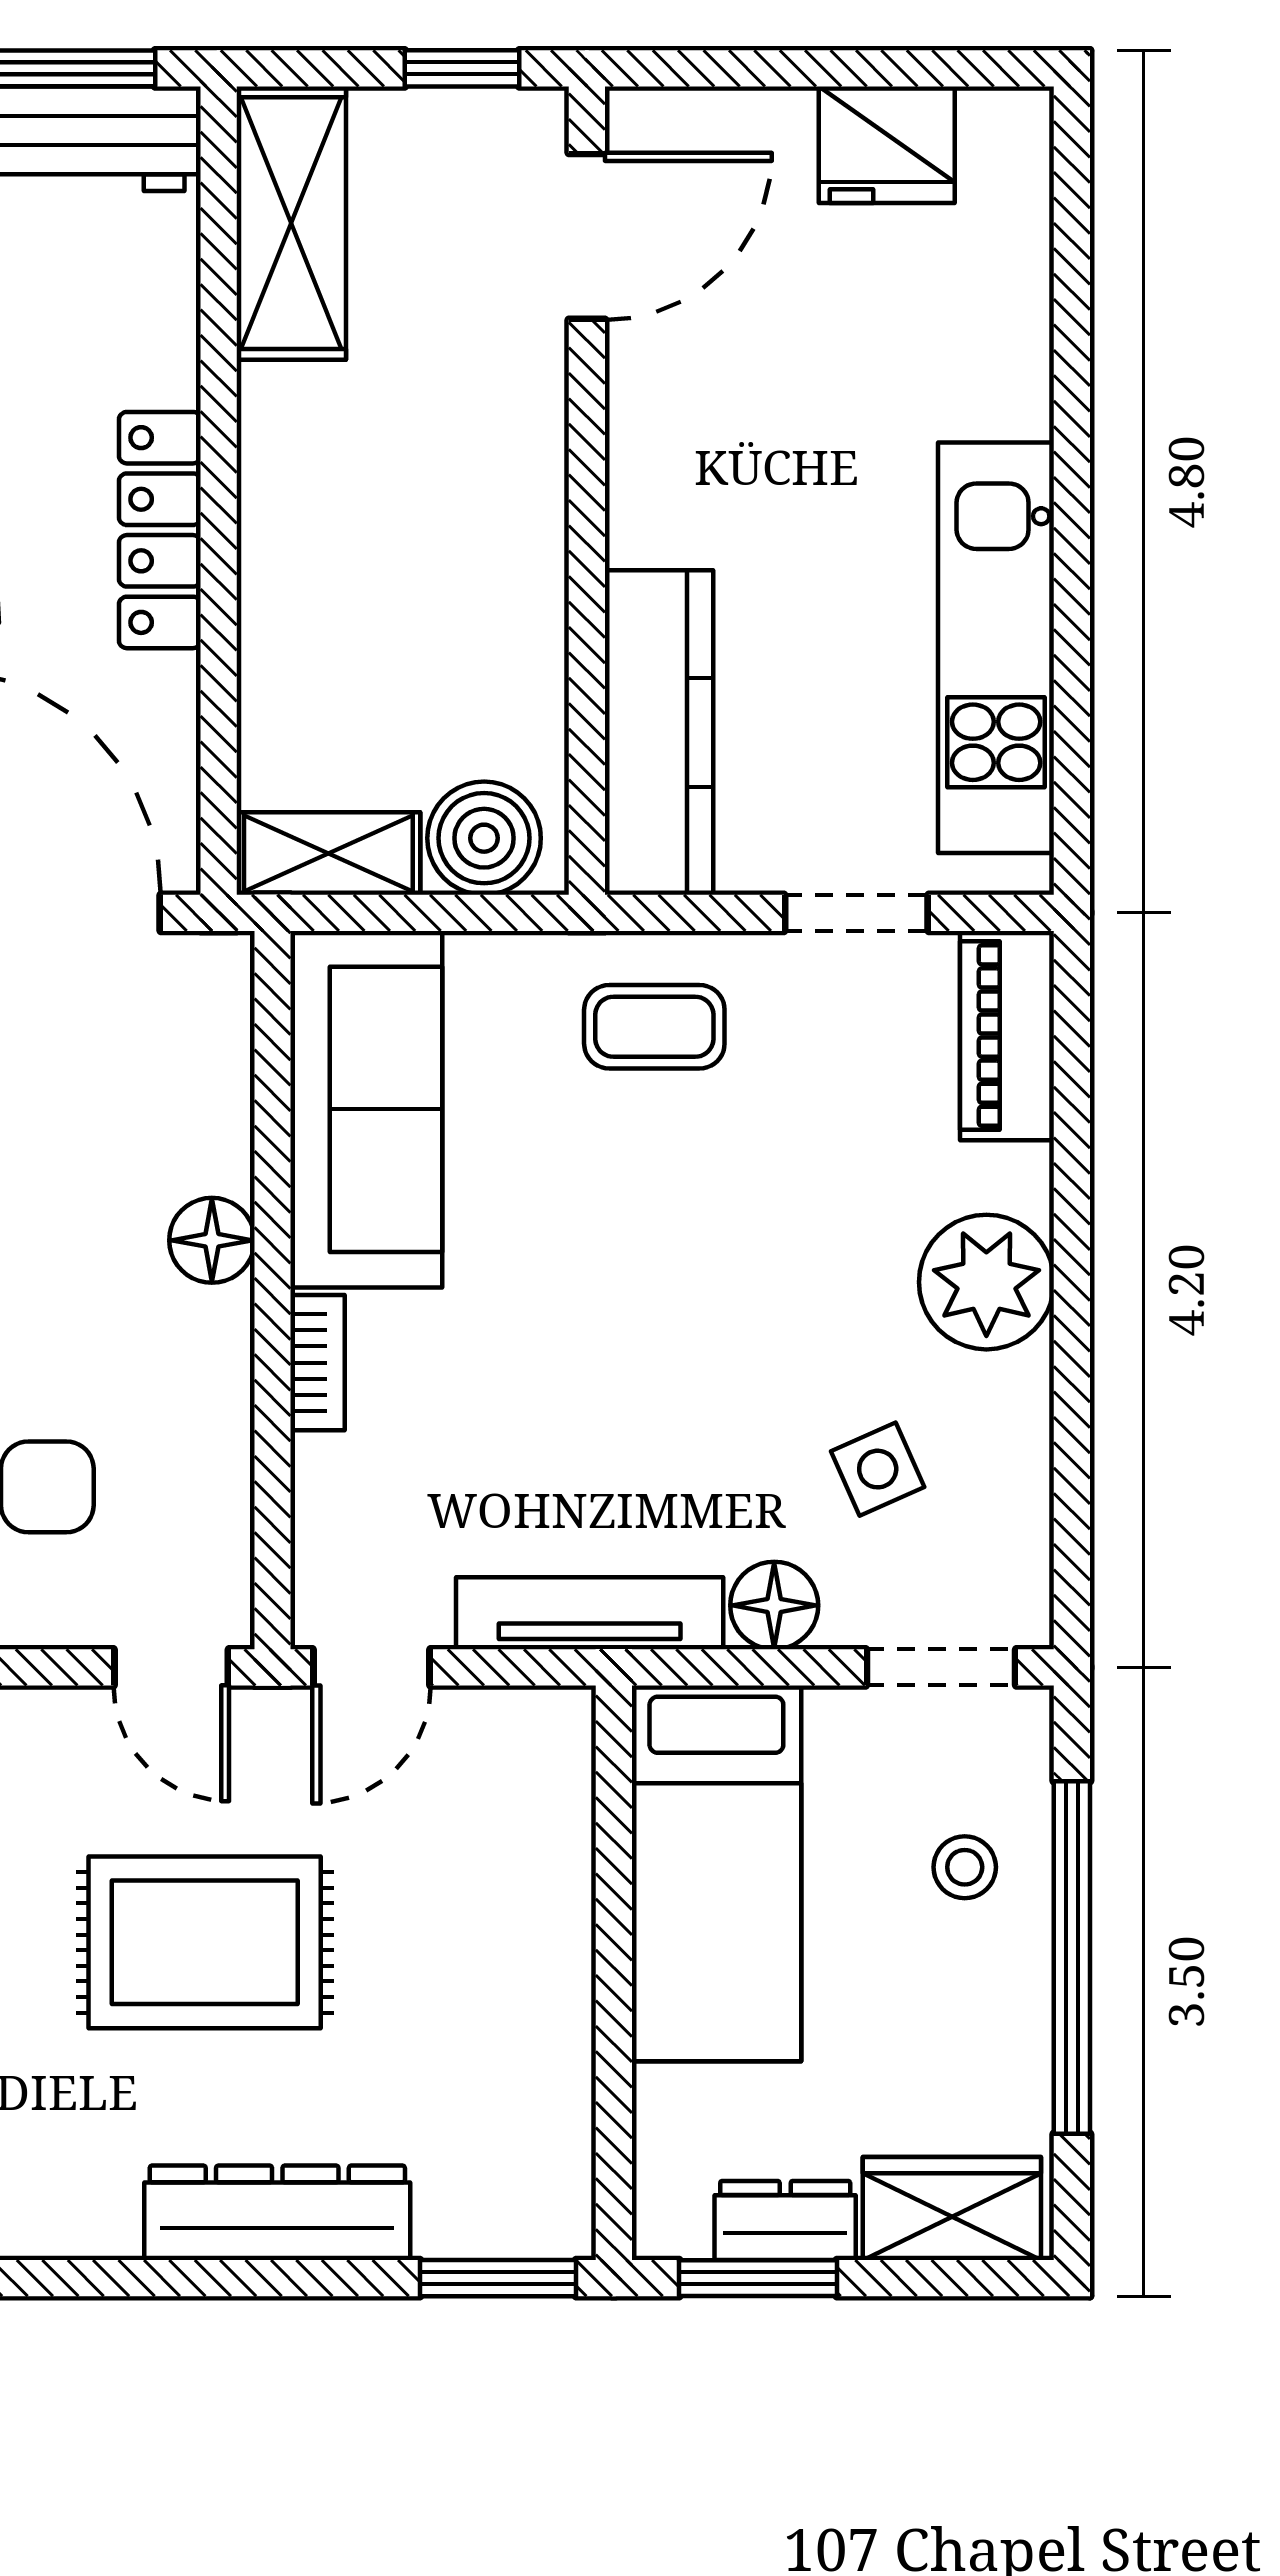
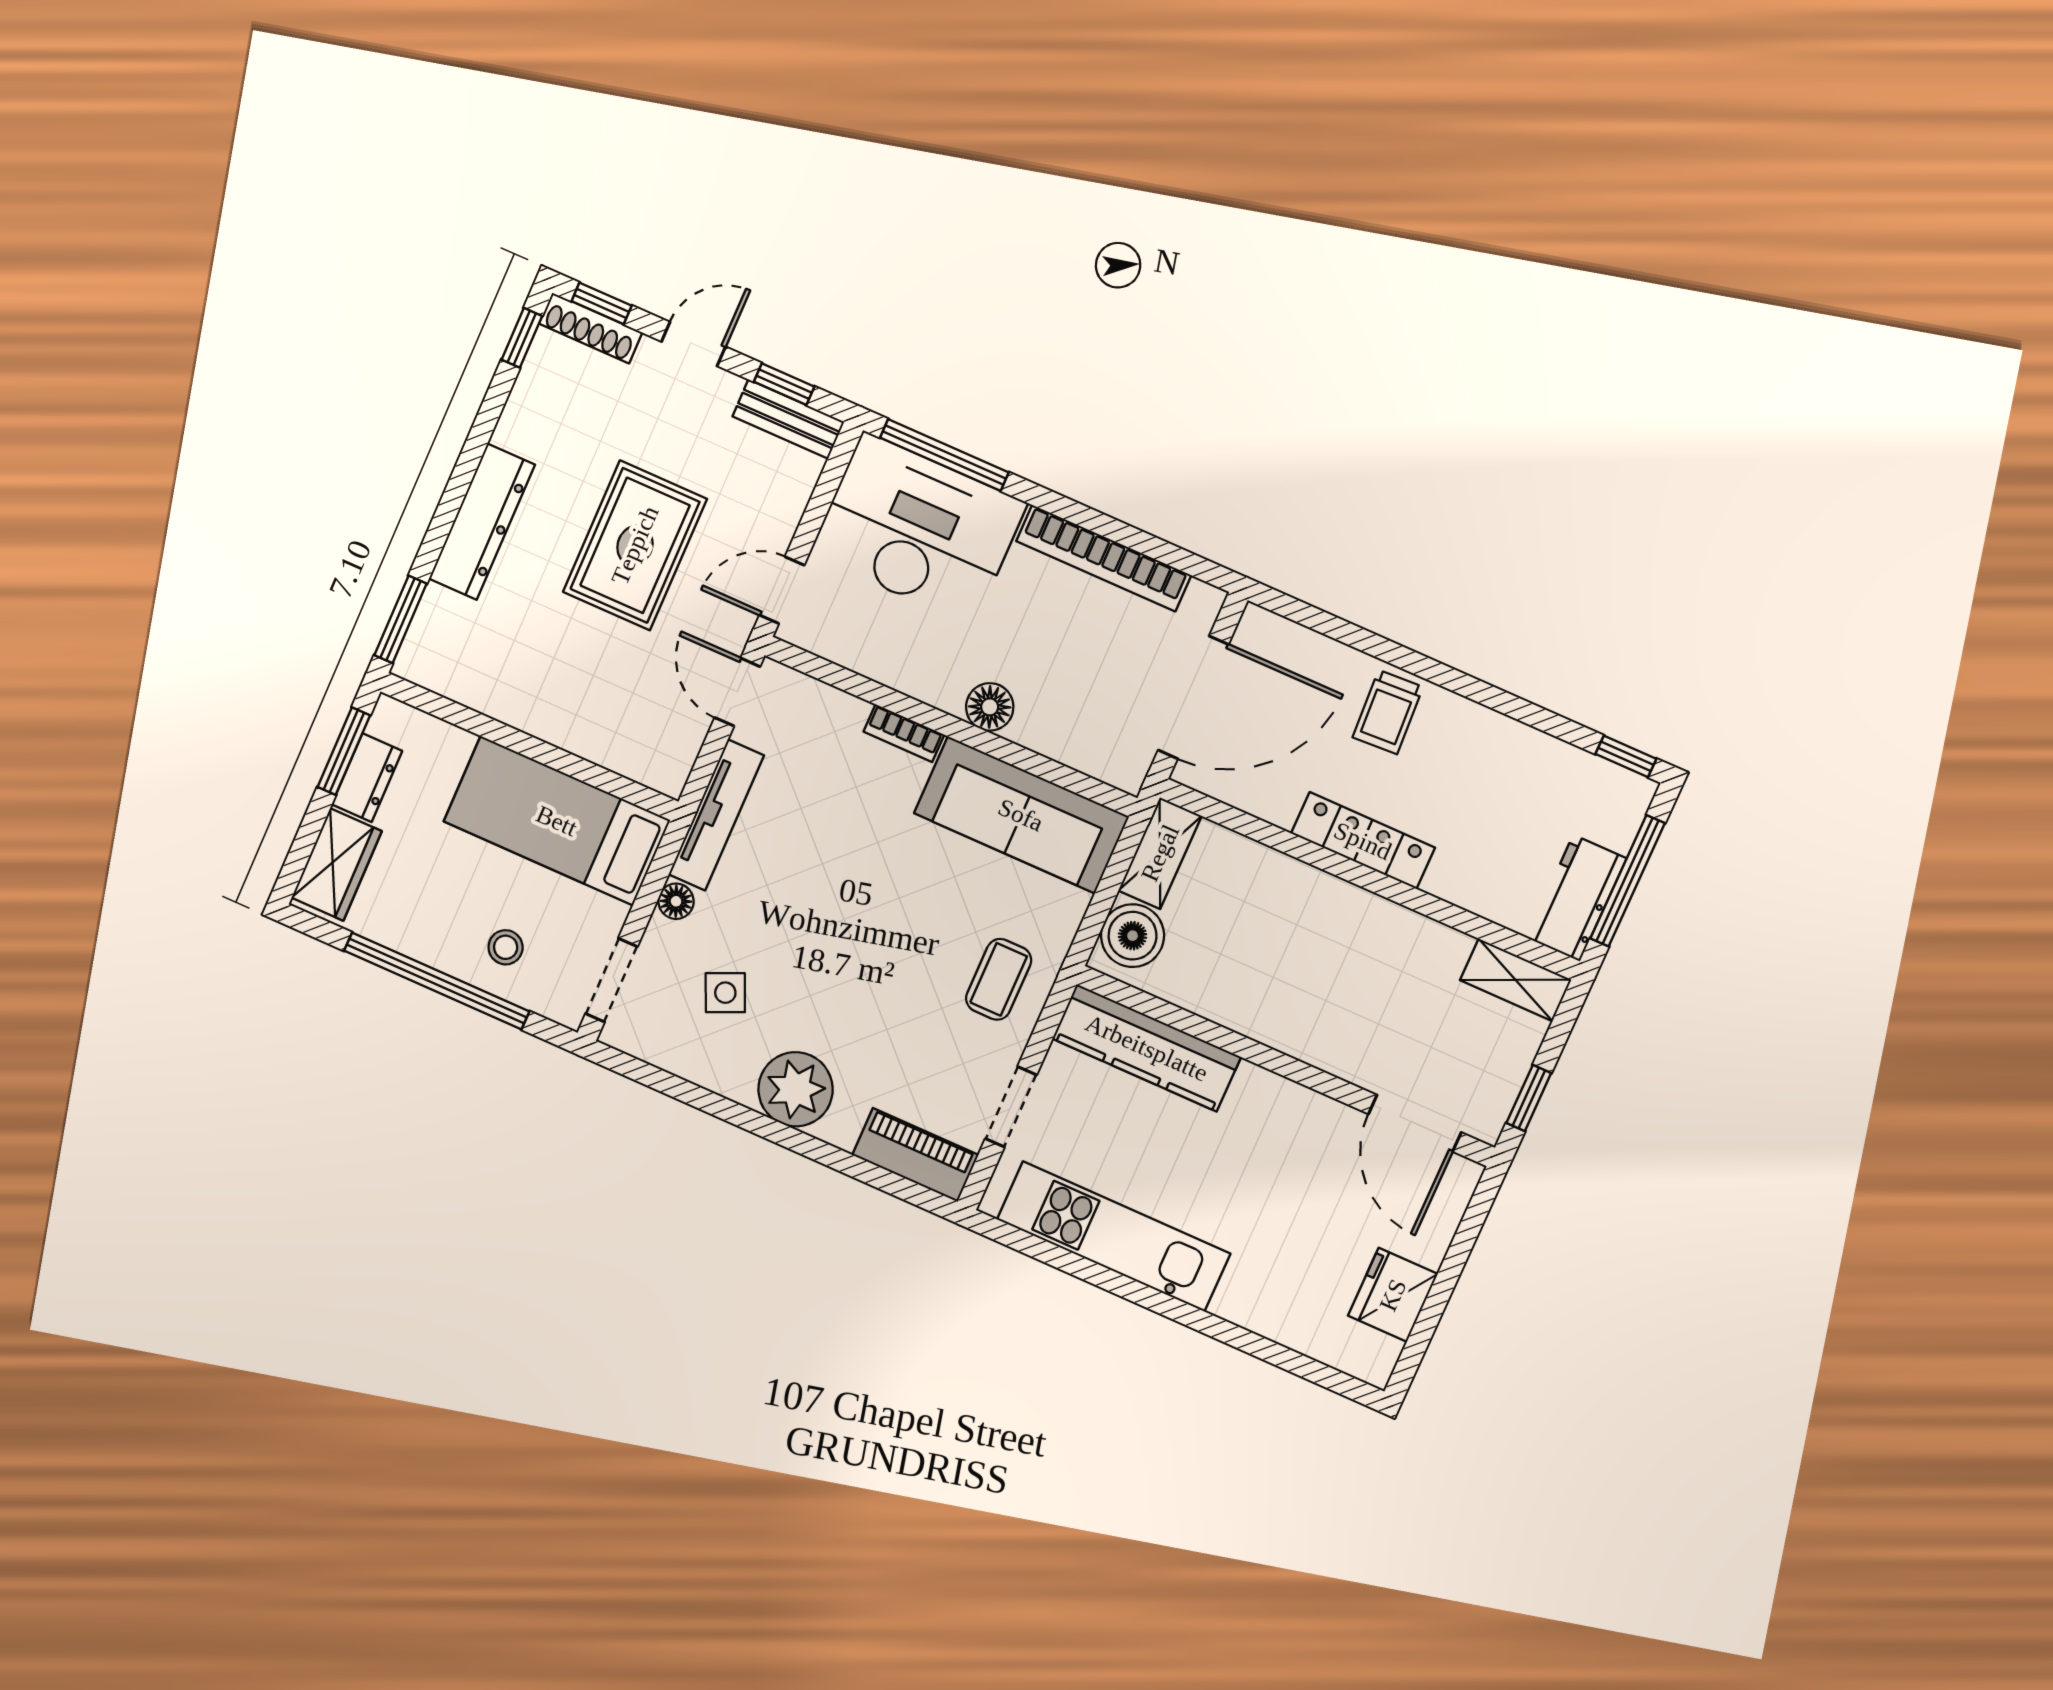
shelving: (291, 223) -> (1516, 980), width x0.67, depth x0.75
floor lamp: (774, 1605) -> (676, 901), width x0.73, depth x0.73

